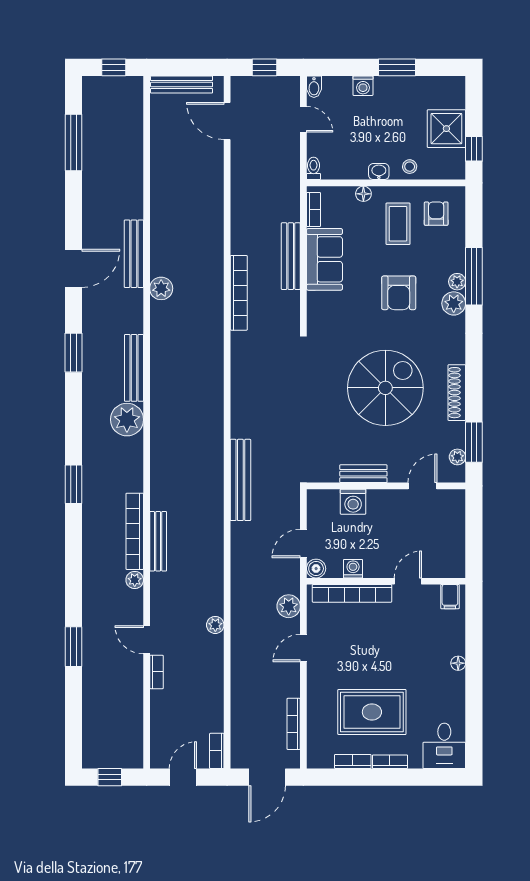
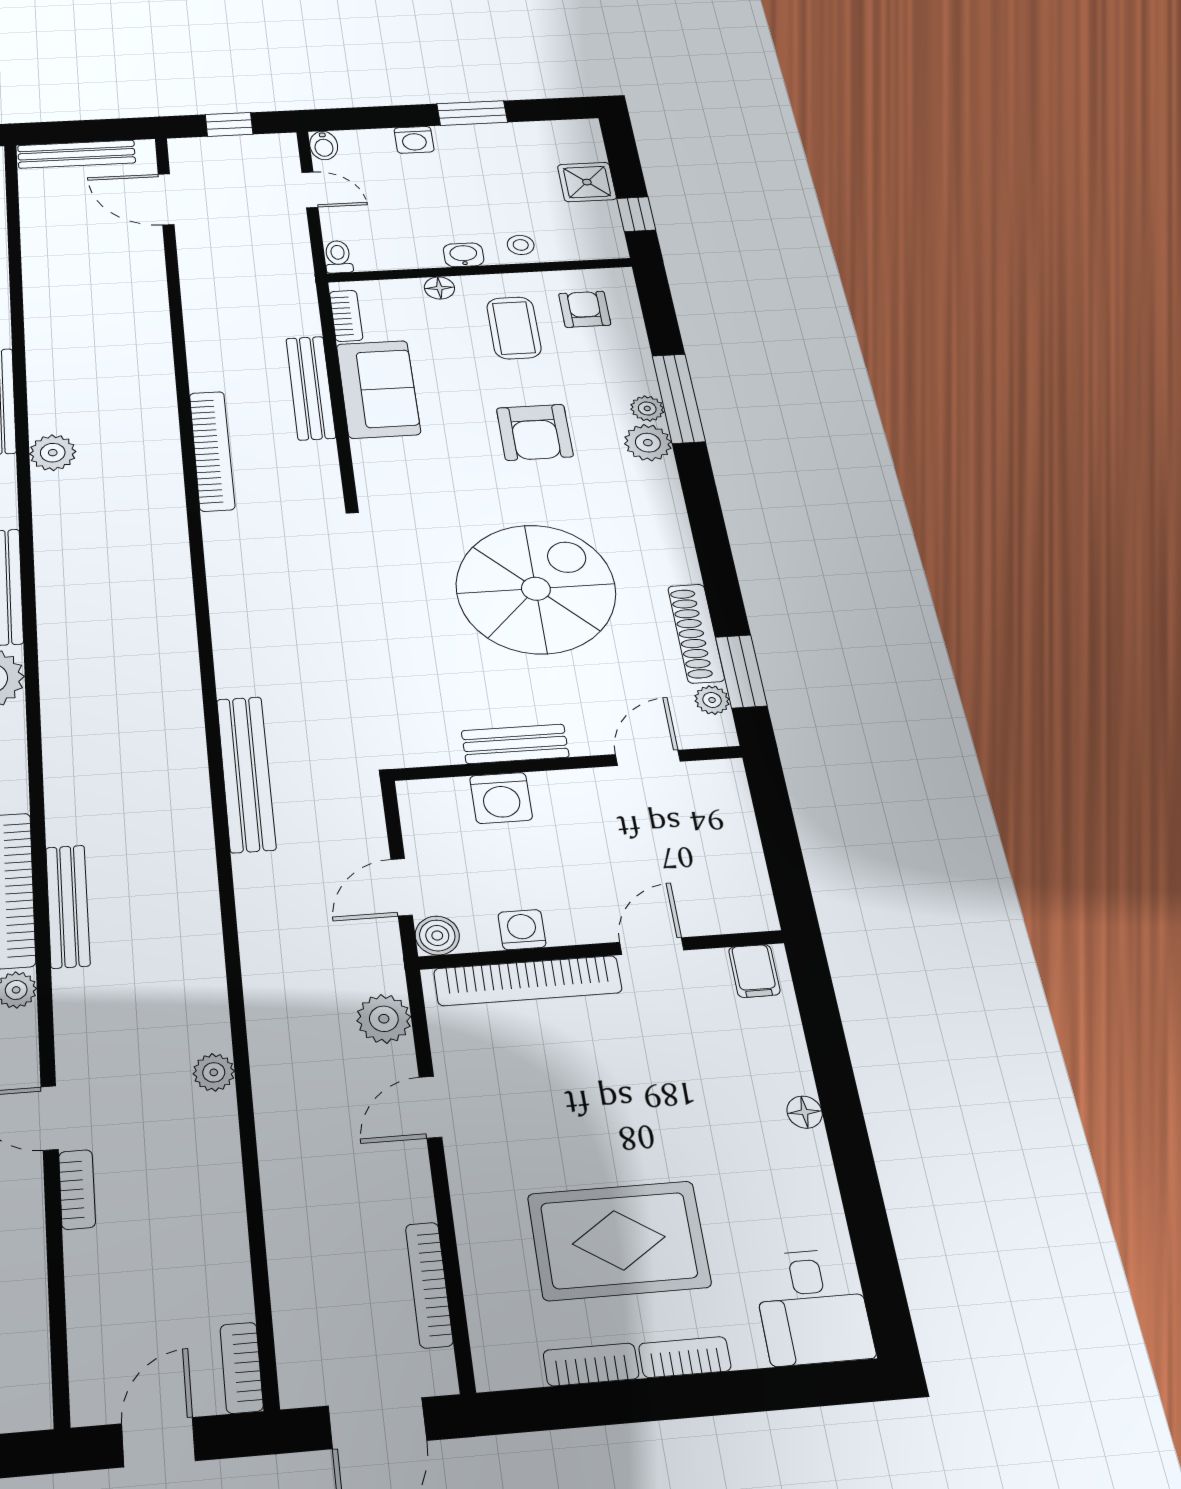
shower: (446, 129) -> (587, 182), width x0.73, depth x0.73
shoe rack: (457, 393) -> (696, 633), moved

